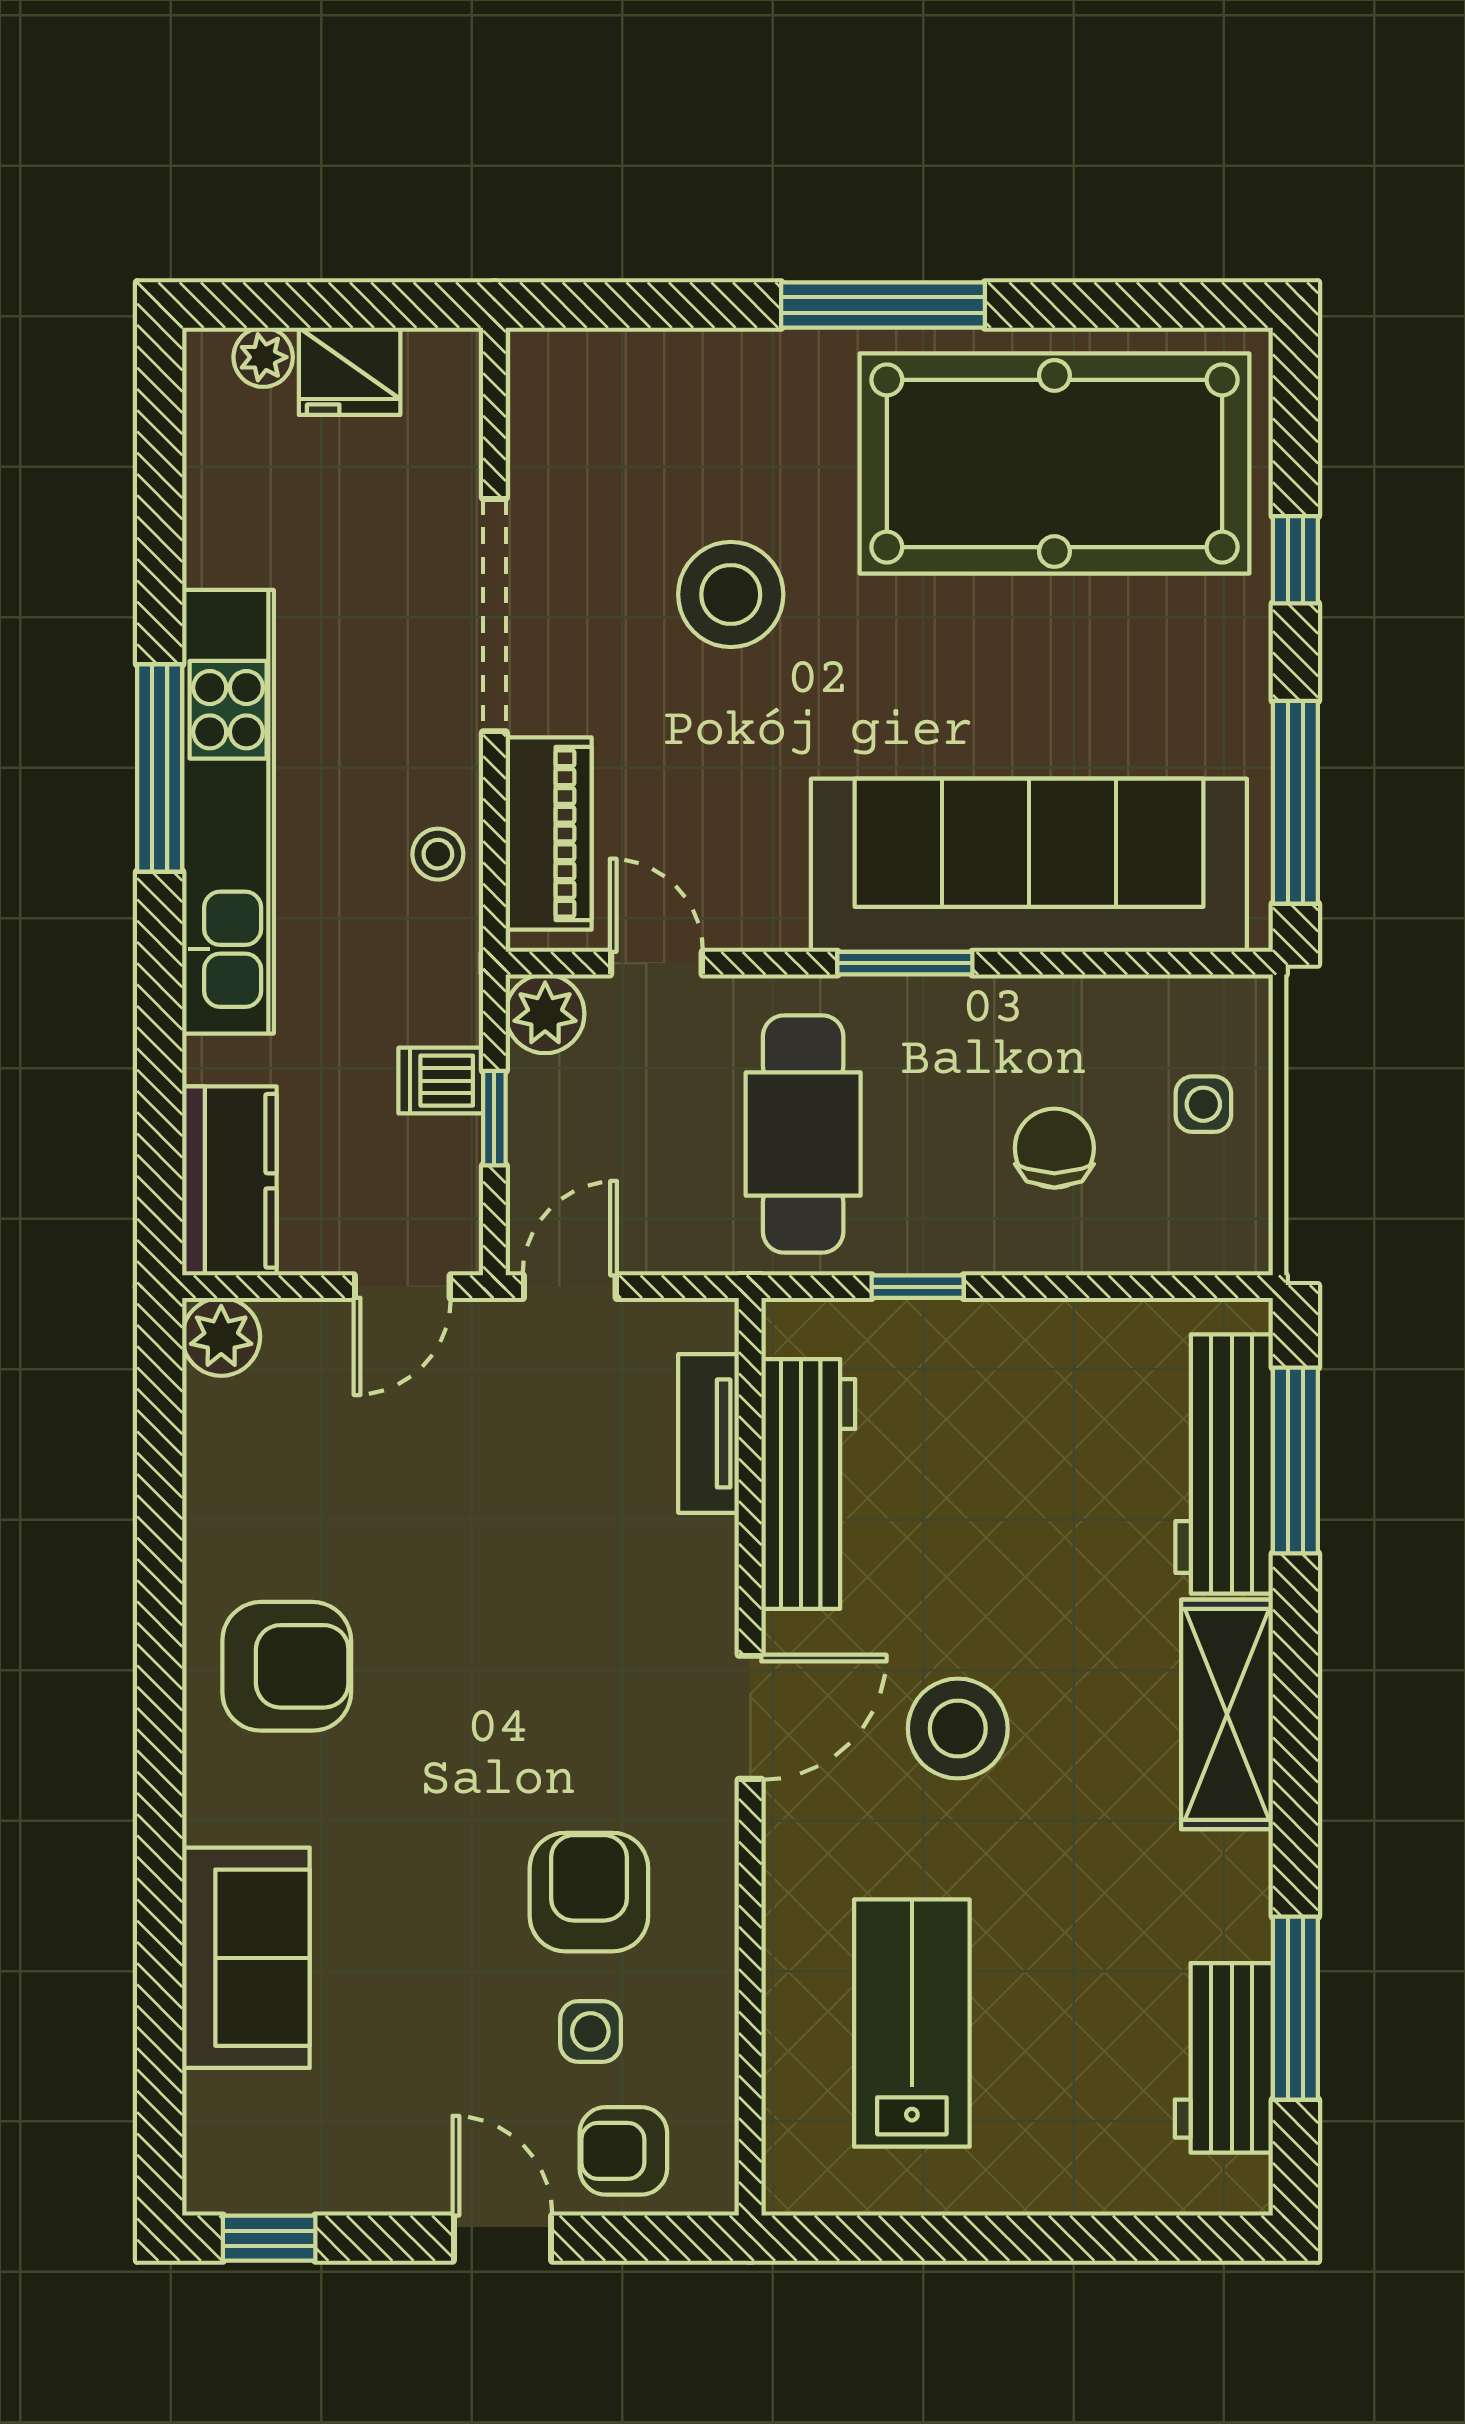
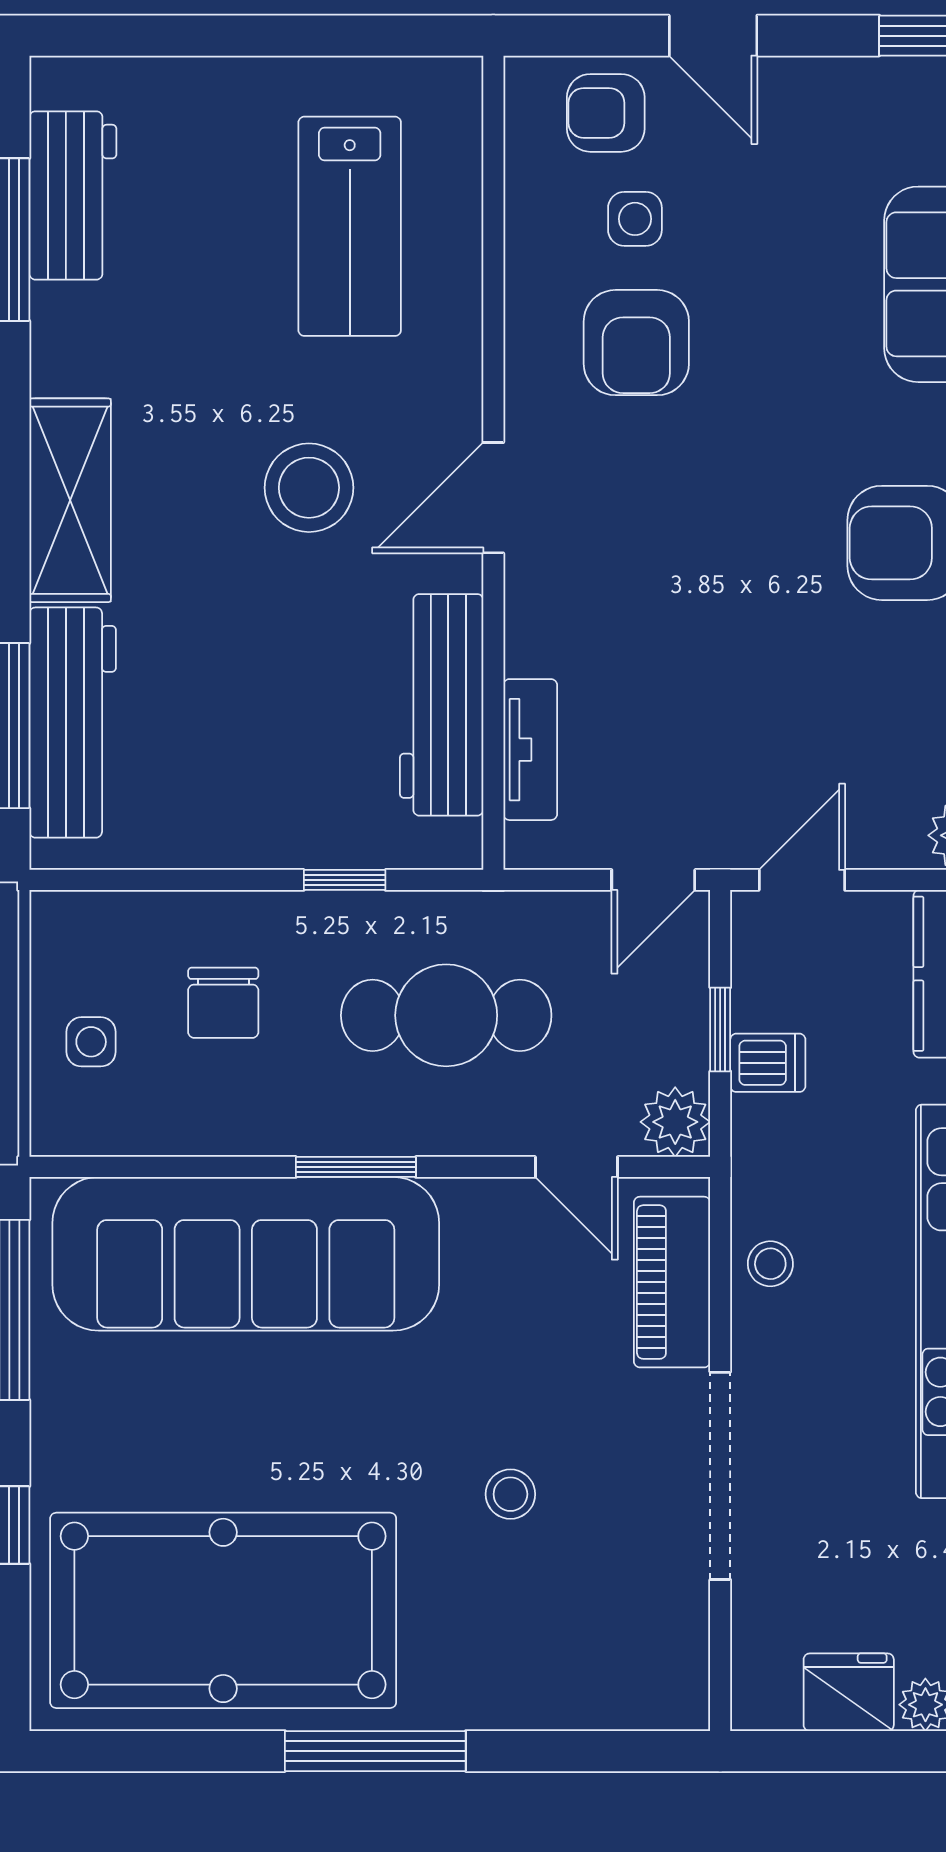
stool: (731, 594) -> (510, 1494), width x0.53, depth x0.53
cafe table: (803, 1134) -> (446, 1015), turned 90
armchair: (623, 2151) -> (606, 113), turned 180

